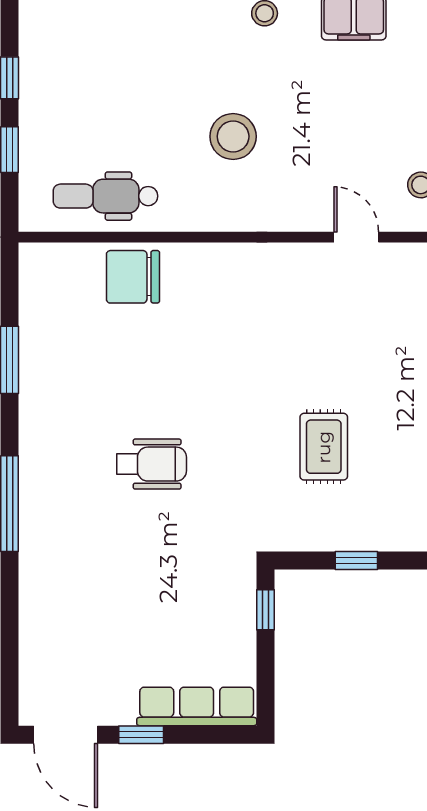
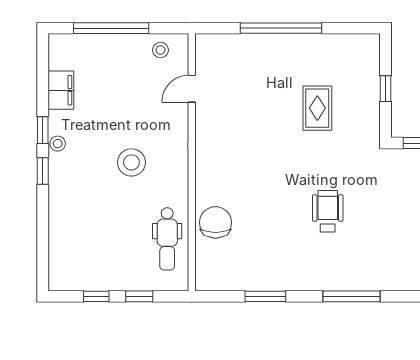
chair: (133, 277) -> (216, 222), turned 180
rug: (324, 447) -> (317, 108), turned 90

